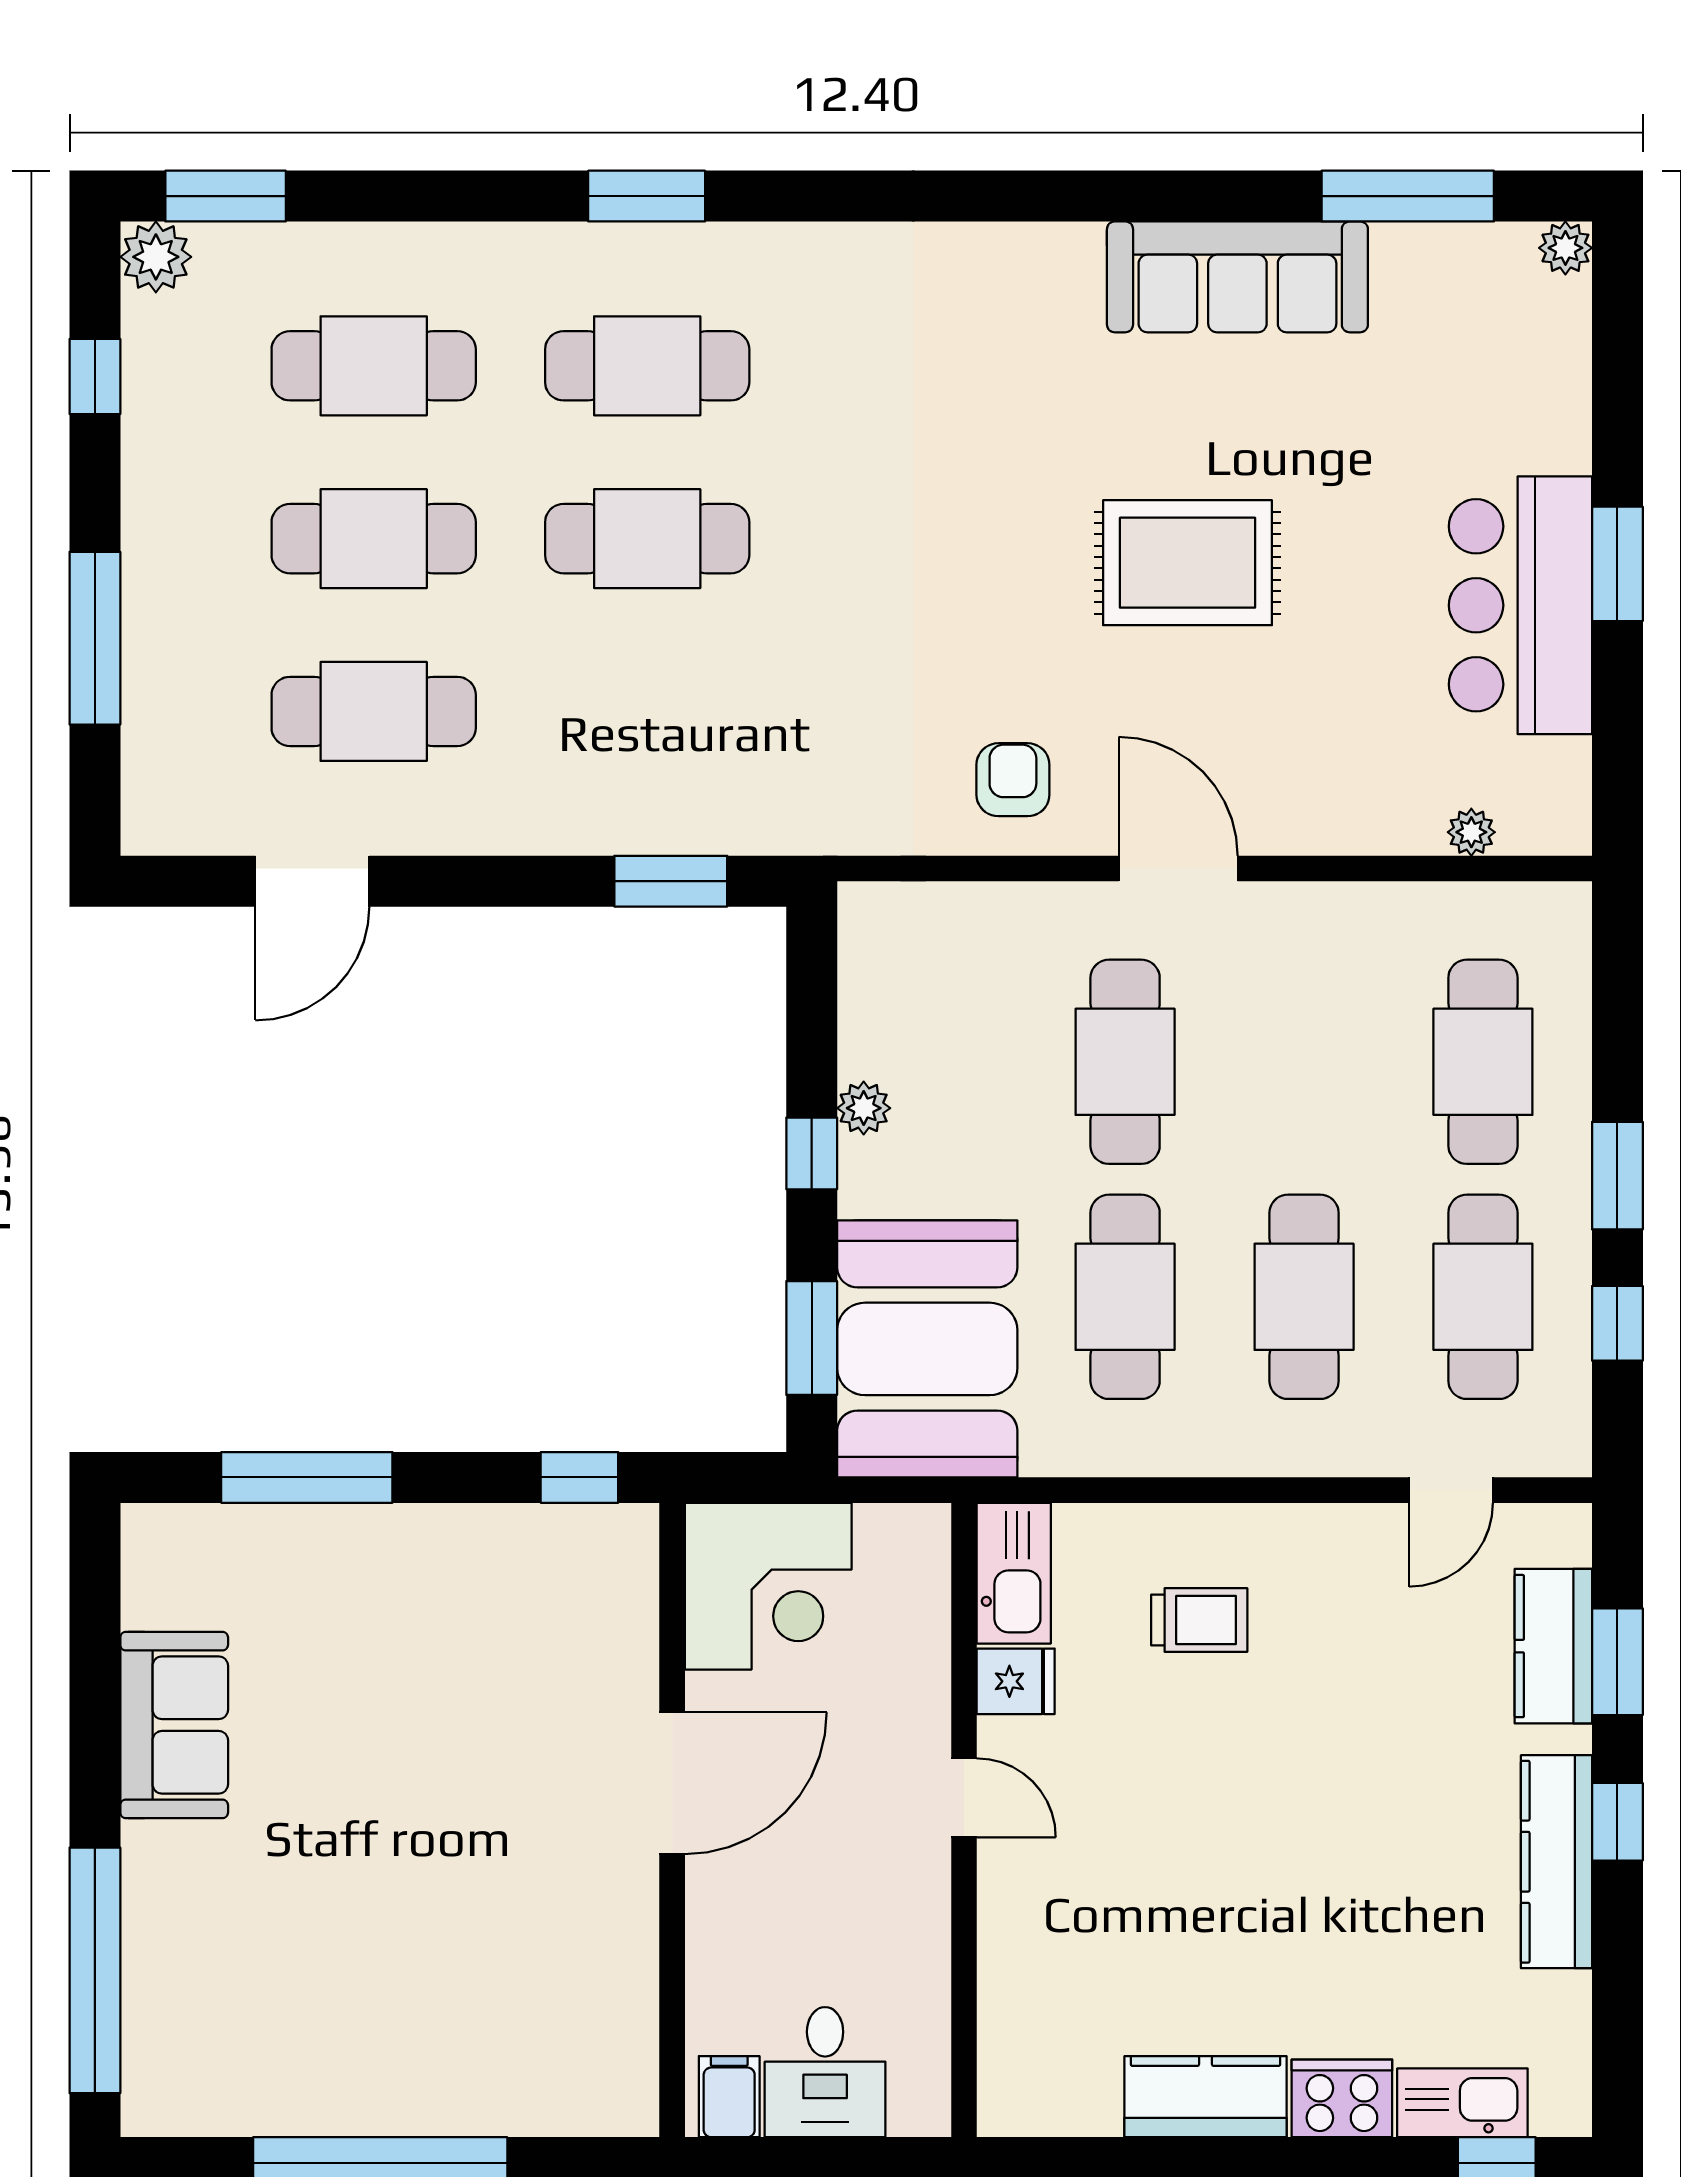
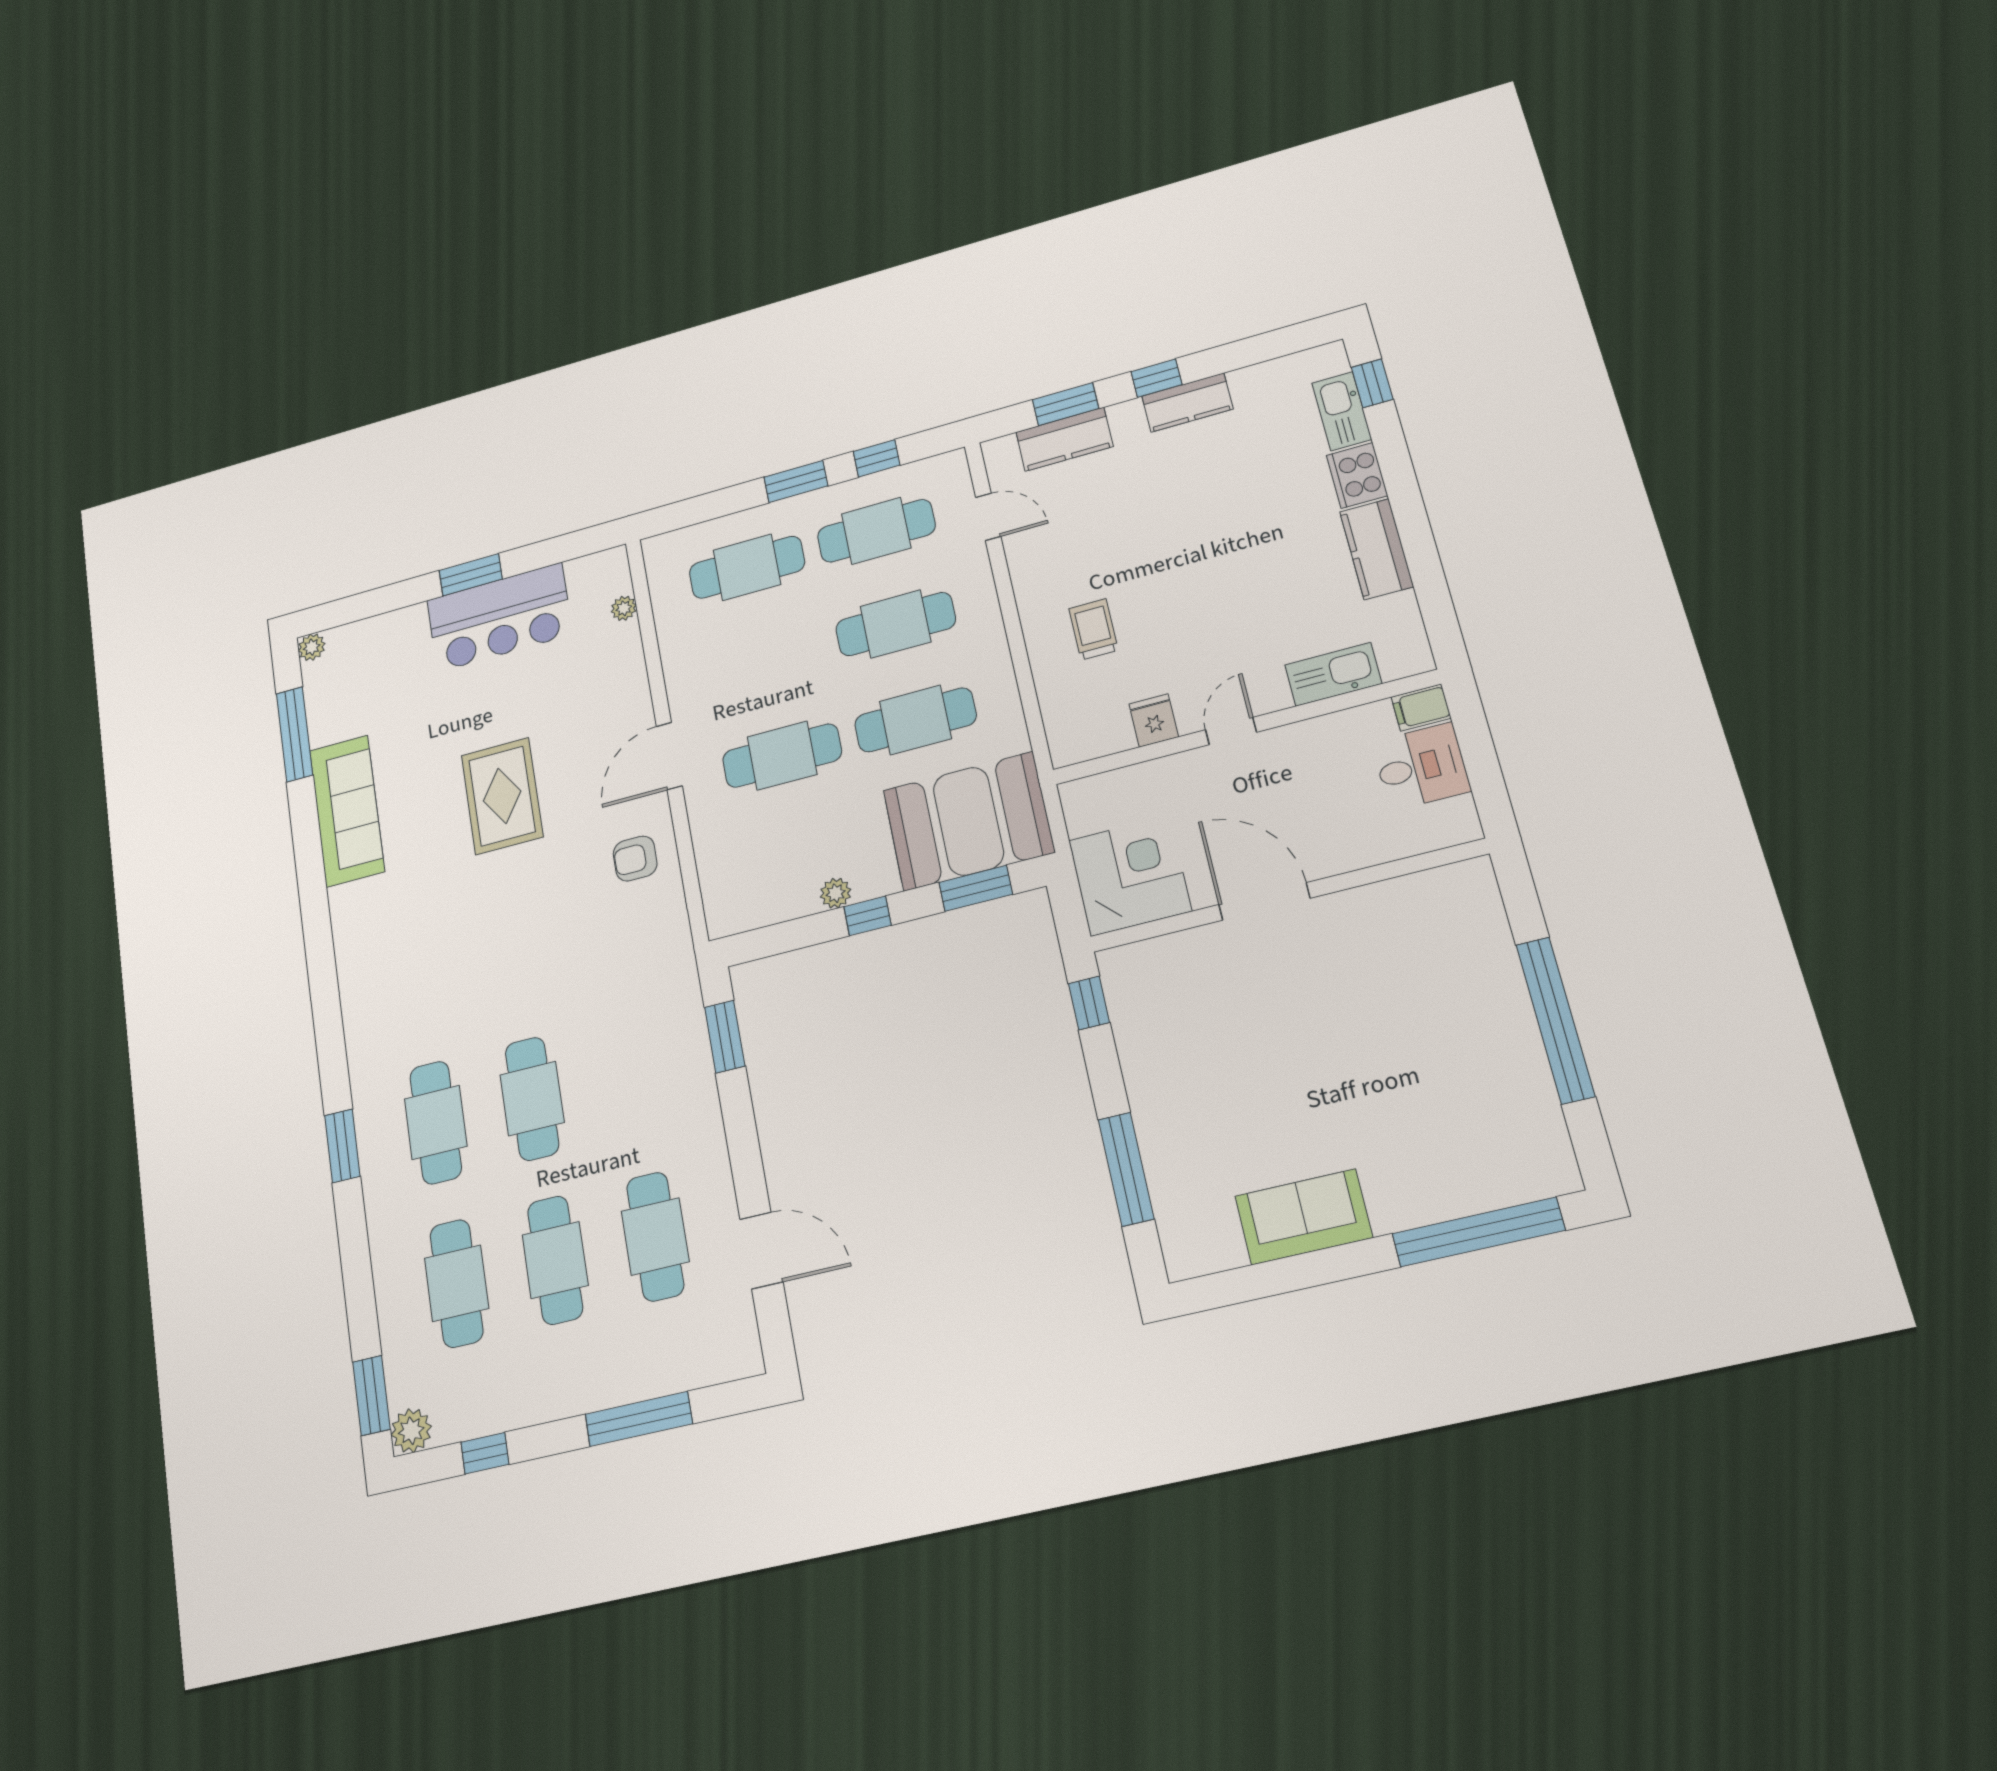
kitchen sink: (1014, 1573) -> (1333, 674), moved
kitchen counter: (1557, 1862) -> (1187, 402), width x0.67
filing cabinet: (729, 2097) -> (1421, 708), moved

